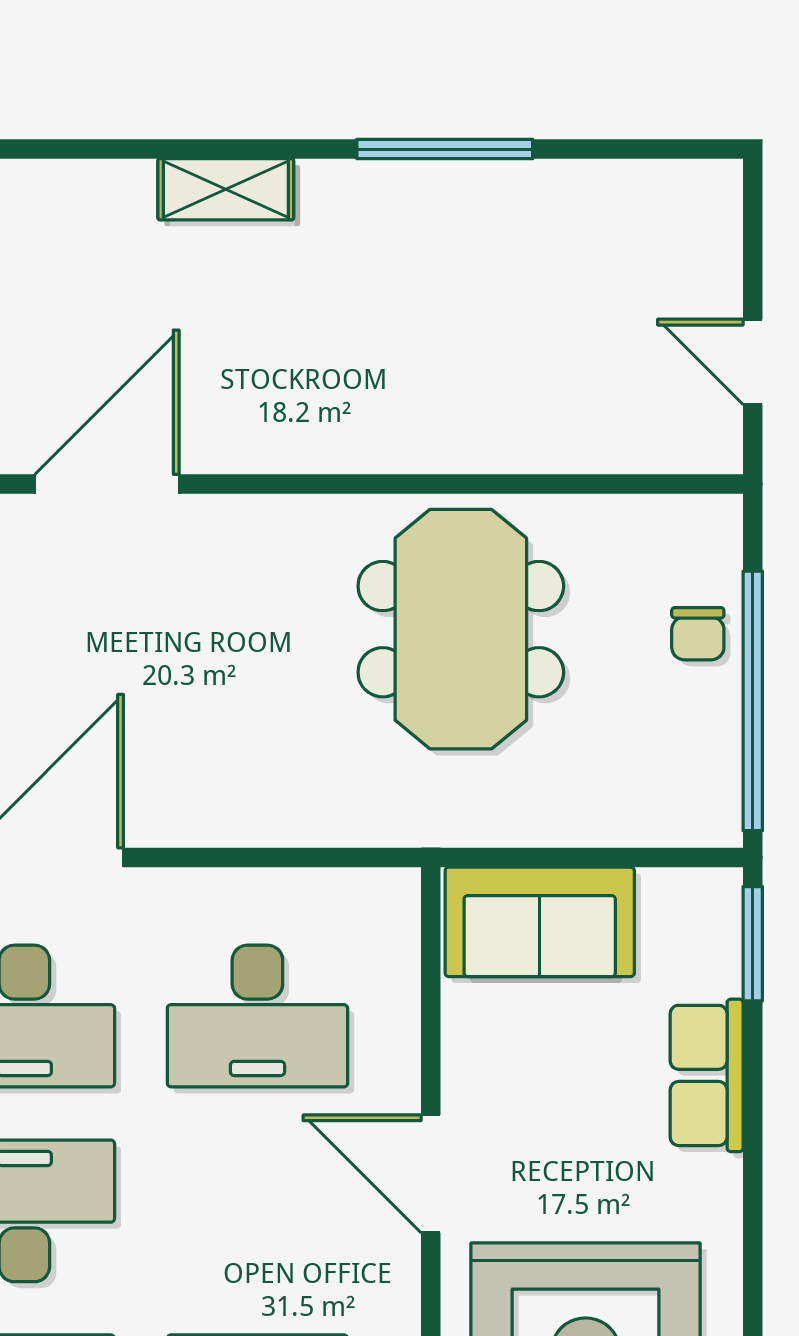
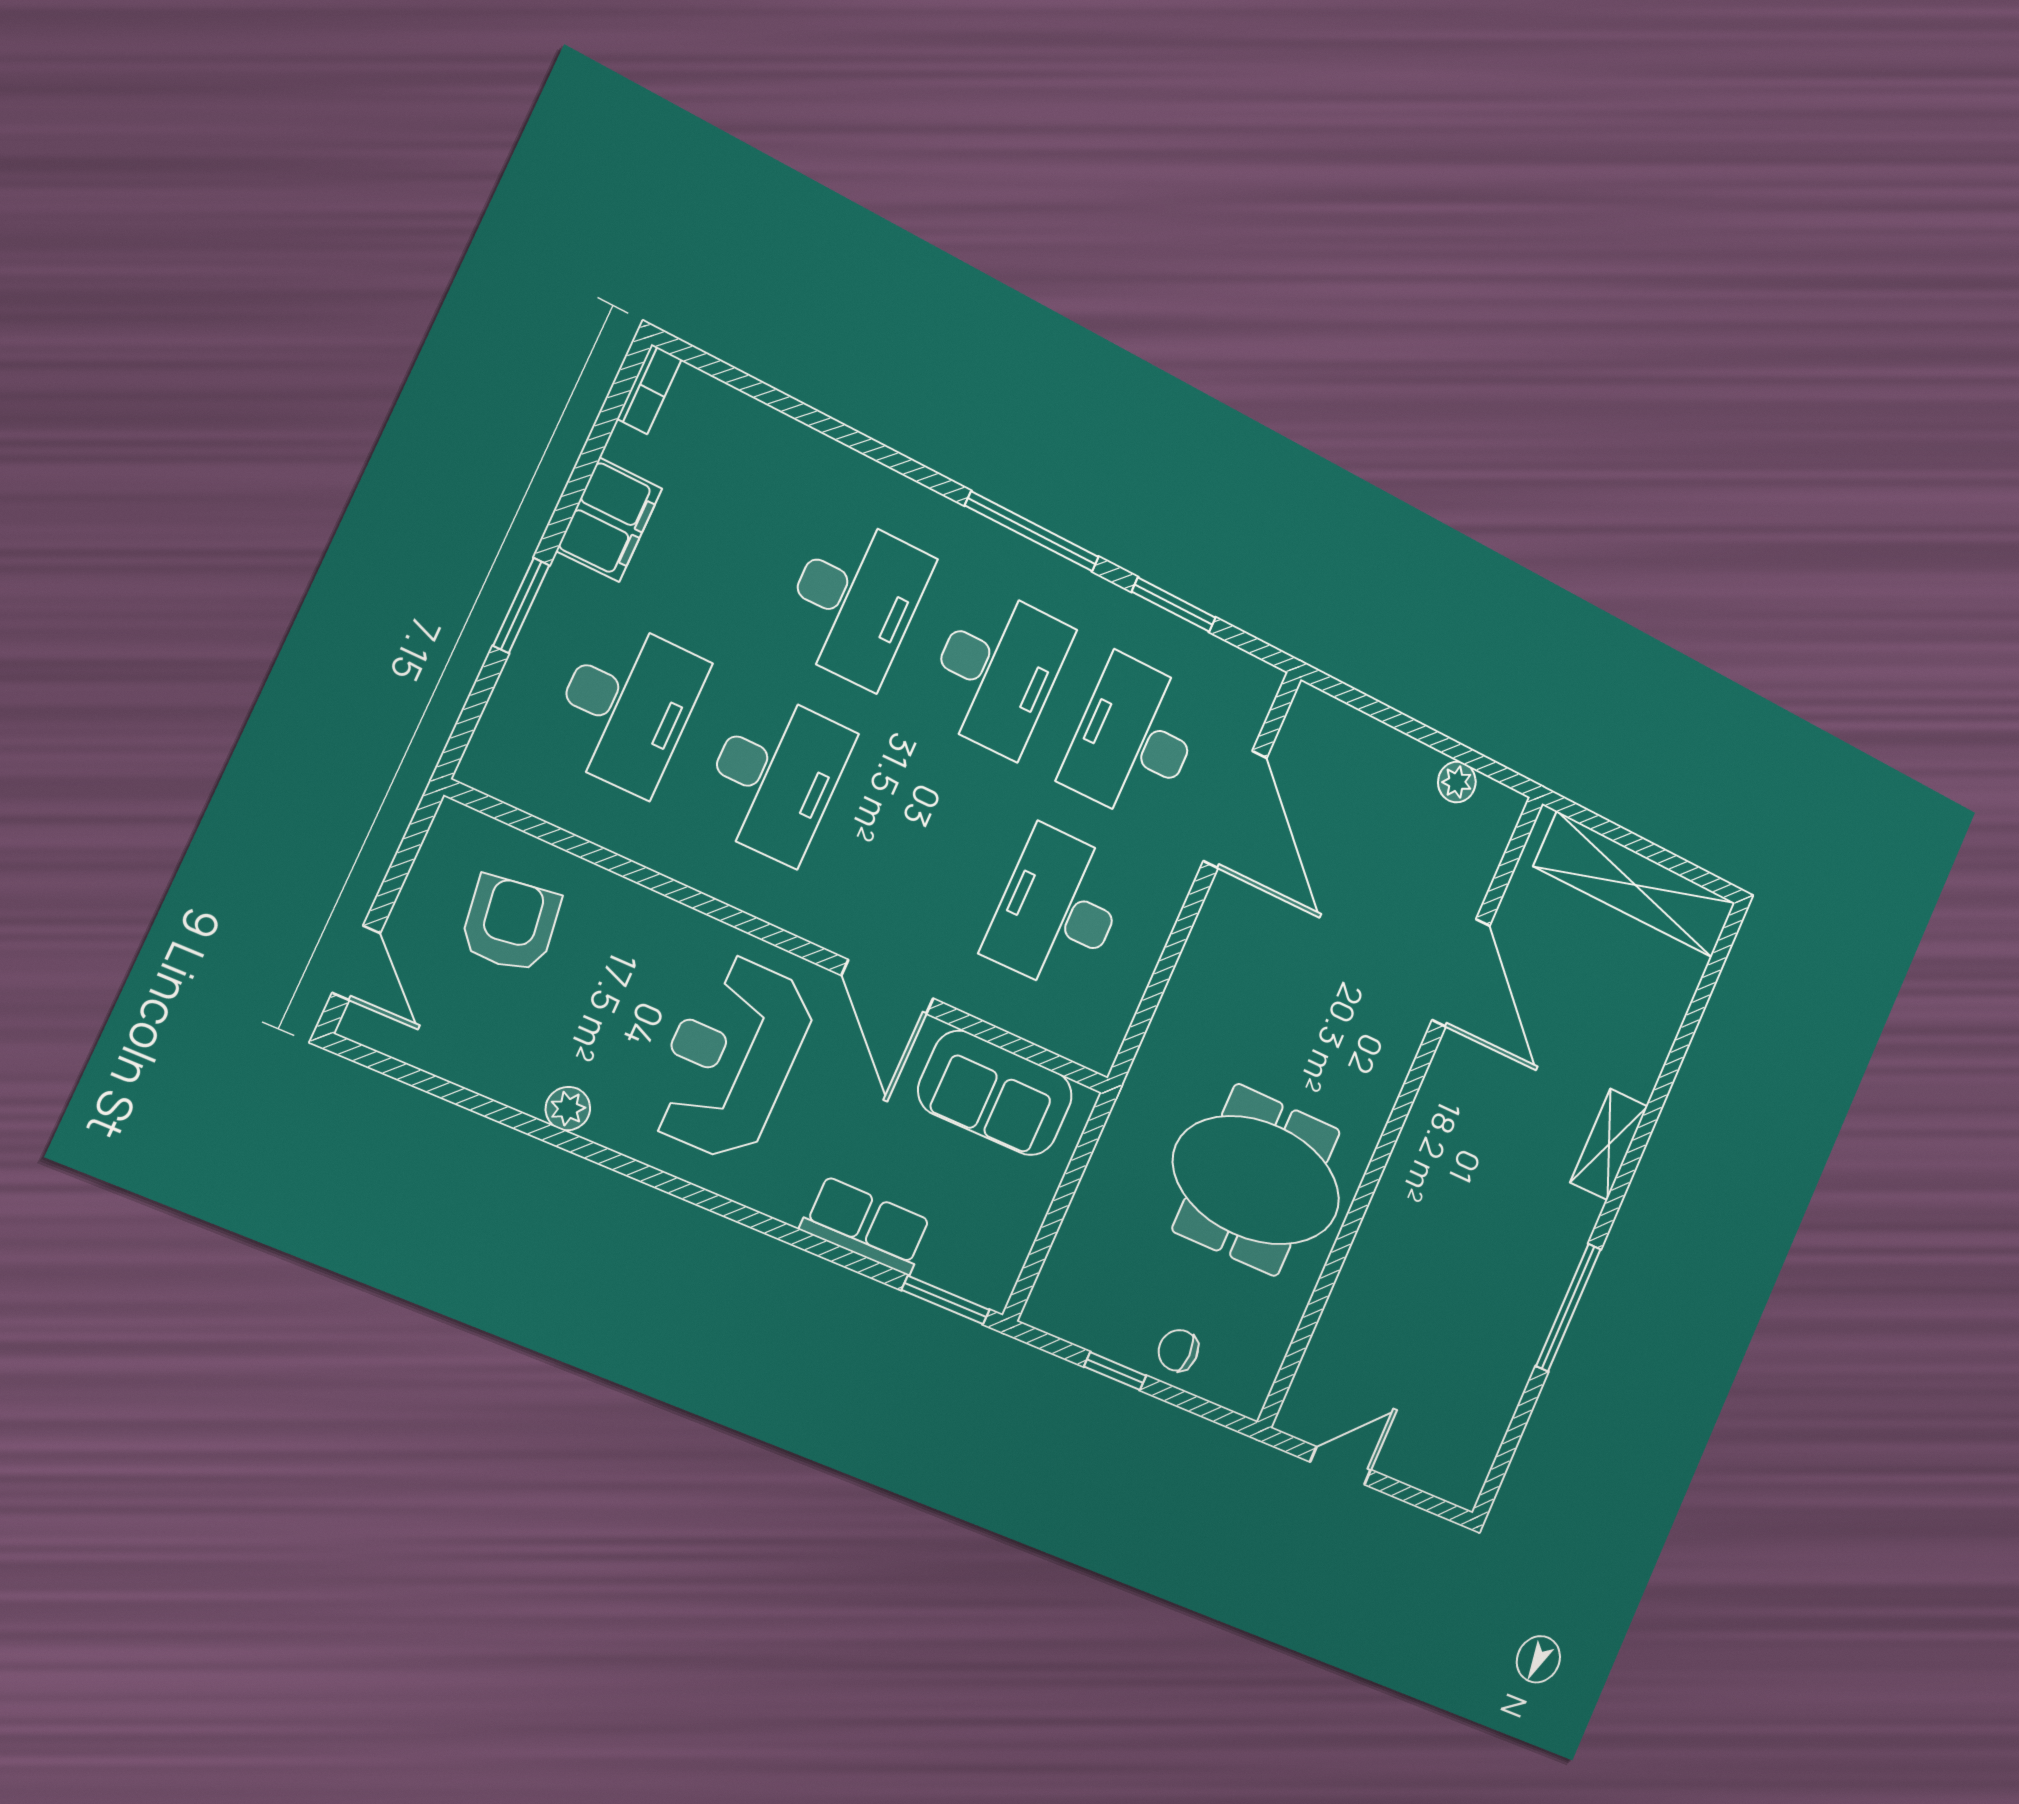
window: (753, 701) -> (1115, 1371), width x0.32
sofa: (540, 922) -> (995, 1093), moved, turned -90
door: (431, 1174) -> (887, 987), swing flipped

